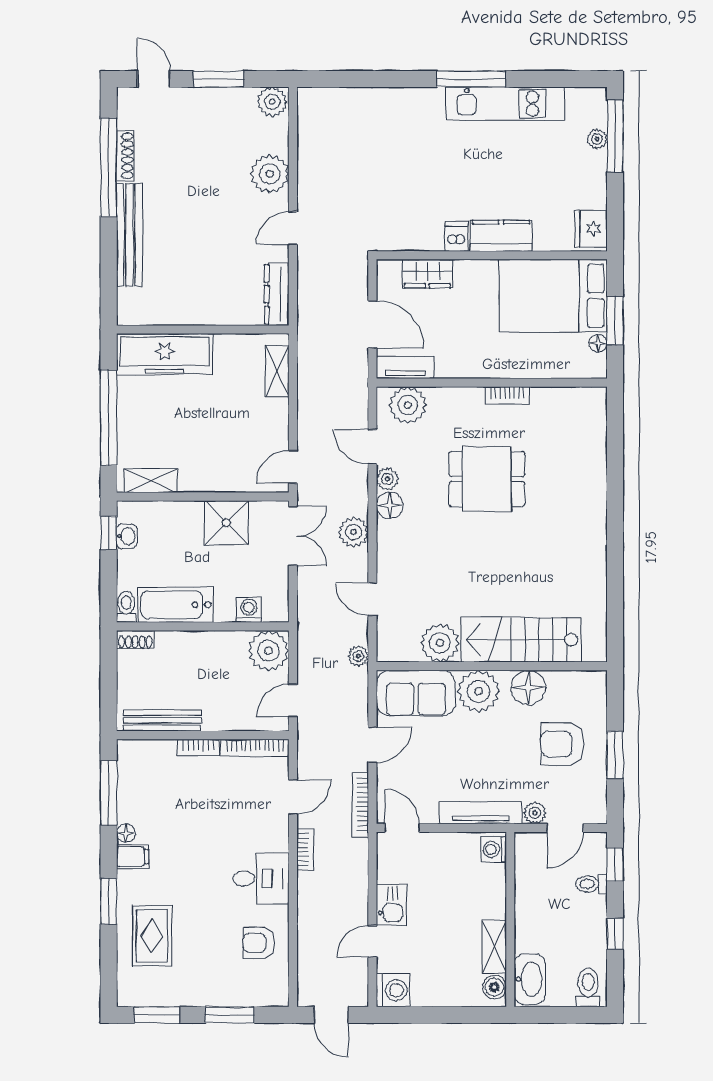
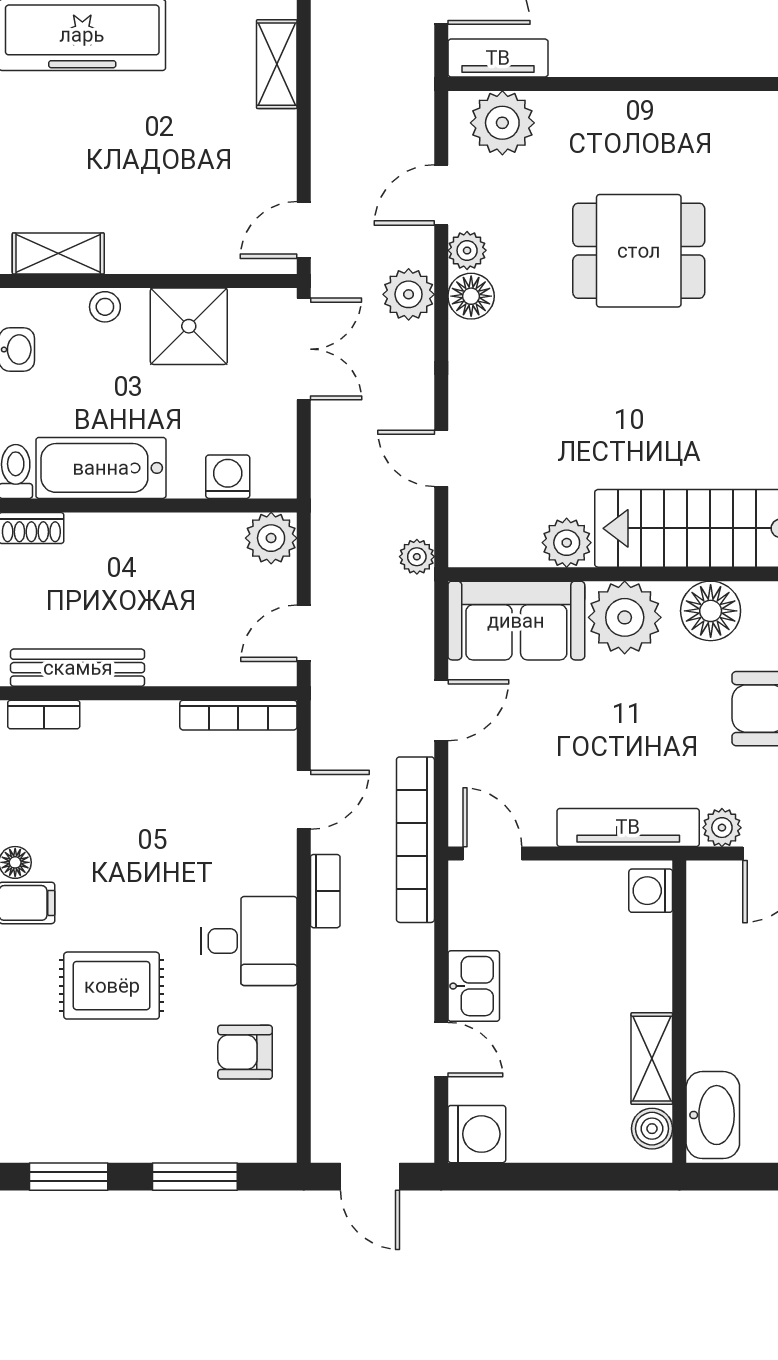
bookcase: (507, 395) -> (674, 106), removed
door: (372, 447) -> (441, 195), hinge flipped
stool: (178, 512) -> (105, 307), added
plant: (354, 532) -> (409, 294), moved
plant: (440, 643) -> (567, 543), width x0.73, depth x0.73
plant: (269, 651) -> (271, 538), width x0.73, depth x0.73
bookcase: (198, 747) -> (44, 715), moved
bookcase: (360, 804) -> (415, 840), width x1.48, depth x1.31
rug: (152, 936) -> (112, 986), moved, turned 90
door: (372, 941) -> (441, 1050), swing flipped

